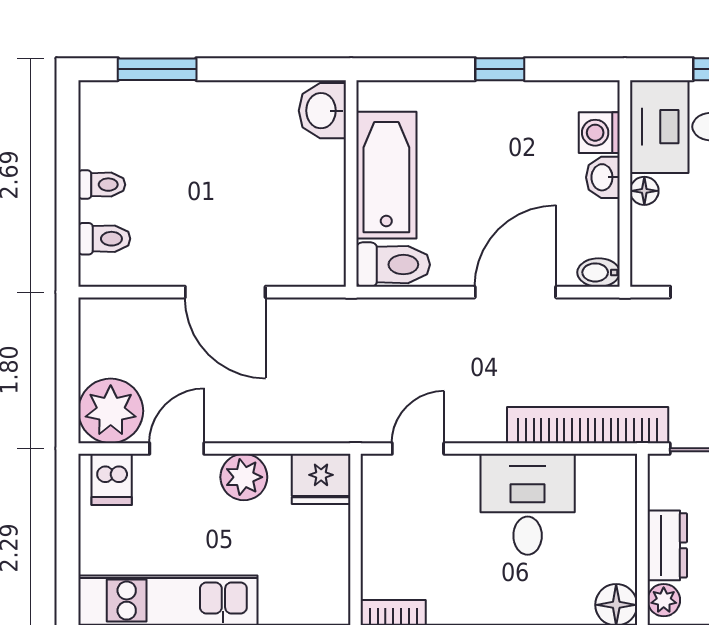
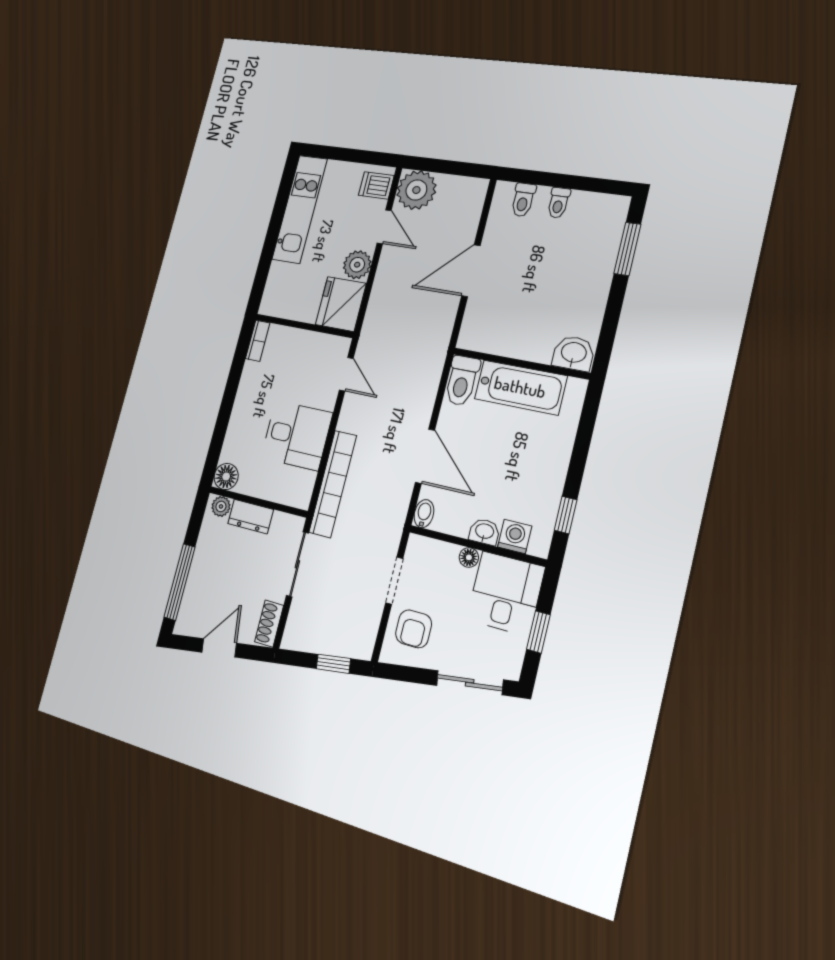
window: (500, 69) -> (566, 515), moved
fridge: (321, 479) -> (341, 304), width x1.36, depth x1.34

